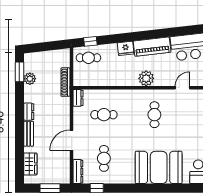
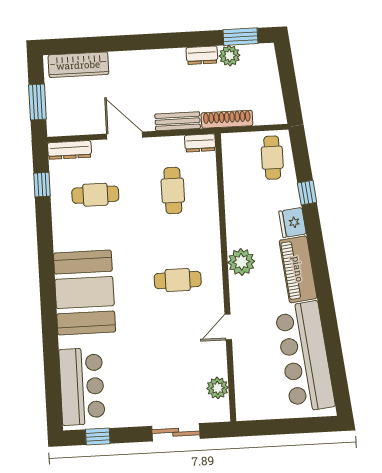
window: (90, 41) -> (307, 193), moved
door: (182, 88) -> (228, 327), swing flipped
dresser: (29, 112) -> (202, 55), moved
bench: (29, 134) -> (178, 121), moved
wardrobe: (30, 164) -> (78, 65), width x1.50

